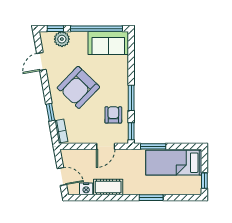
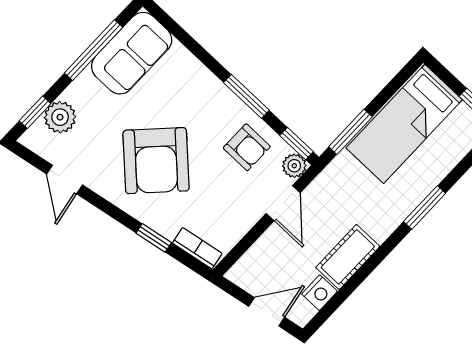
window: (97, 29) -> (94, 50), width x0.68
armchair: (113, 115) -> (247, 147), turned 180
plant: (123, 138) -> (294, 166), added

